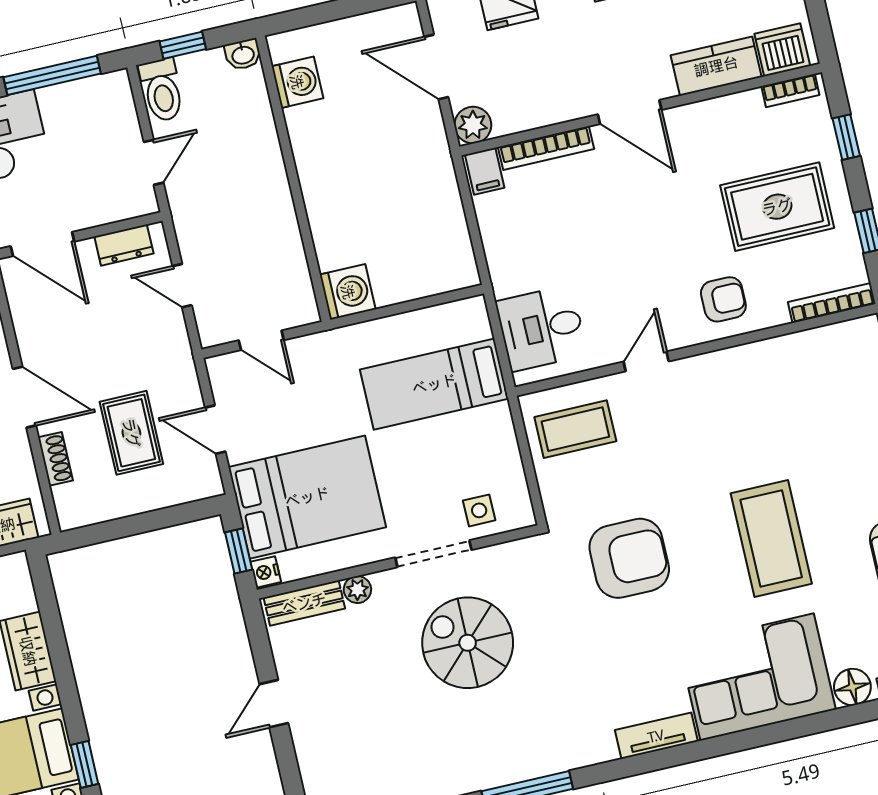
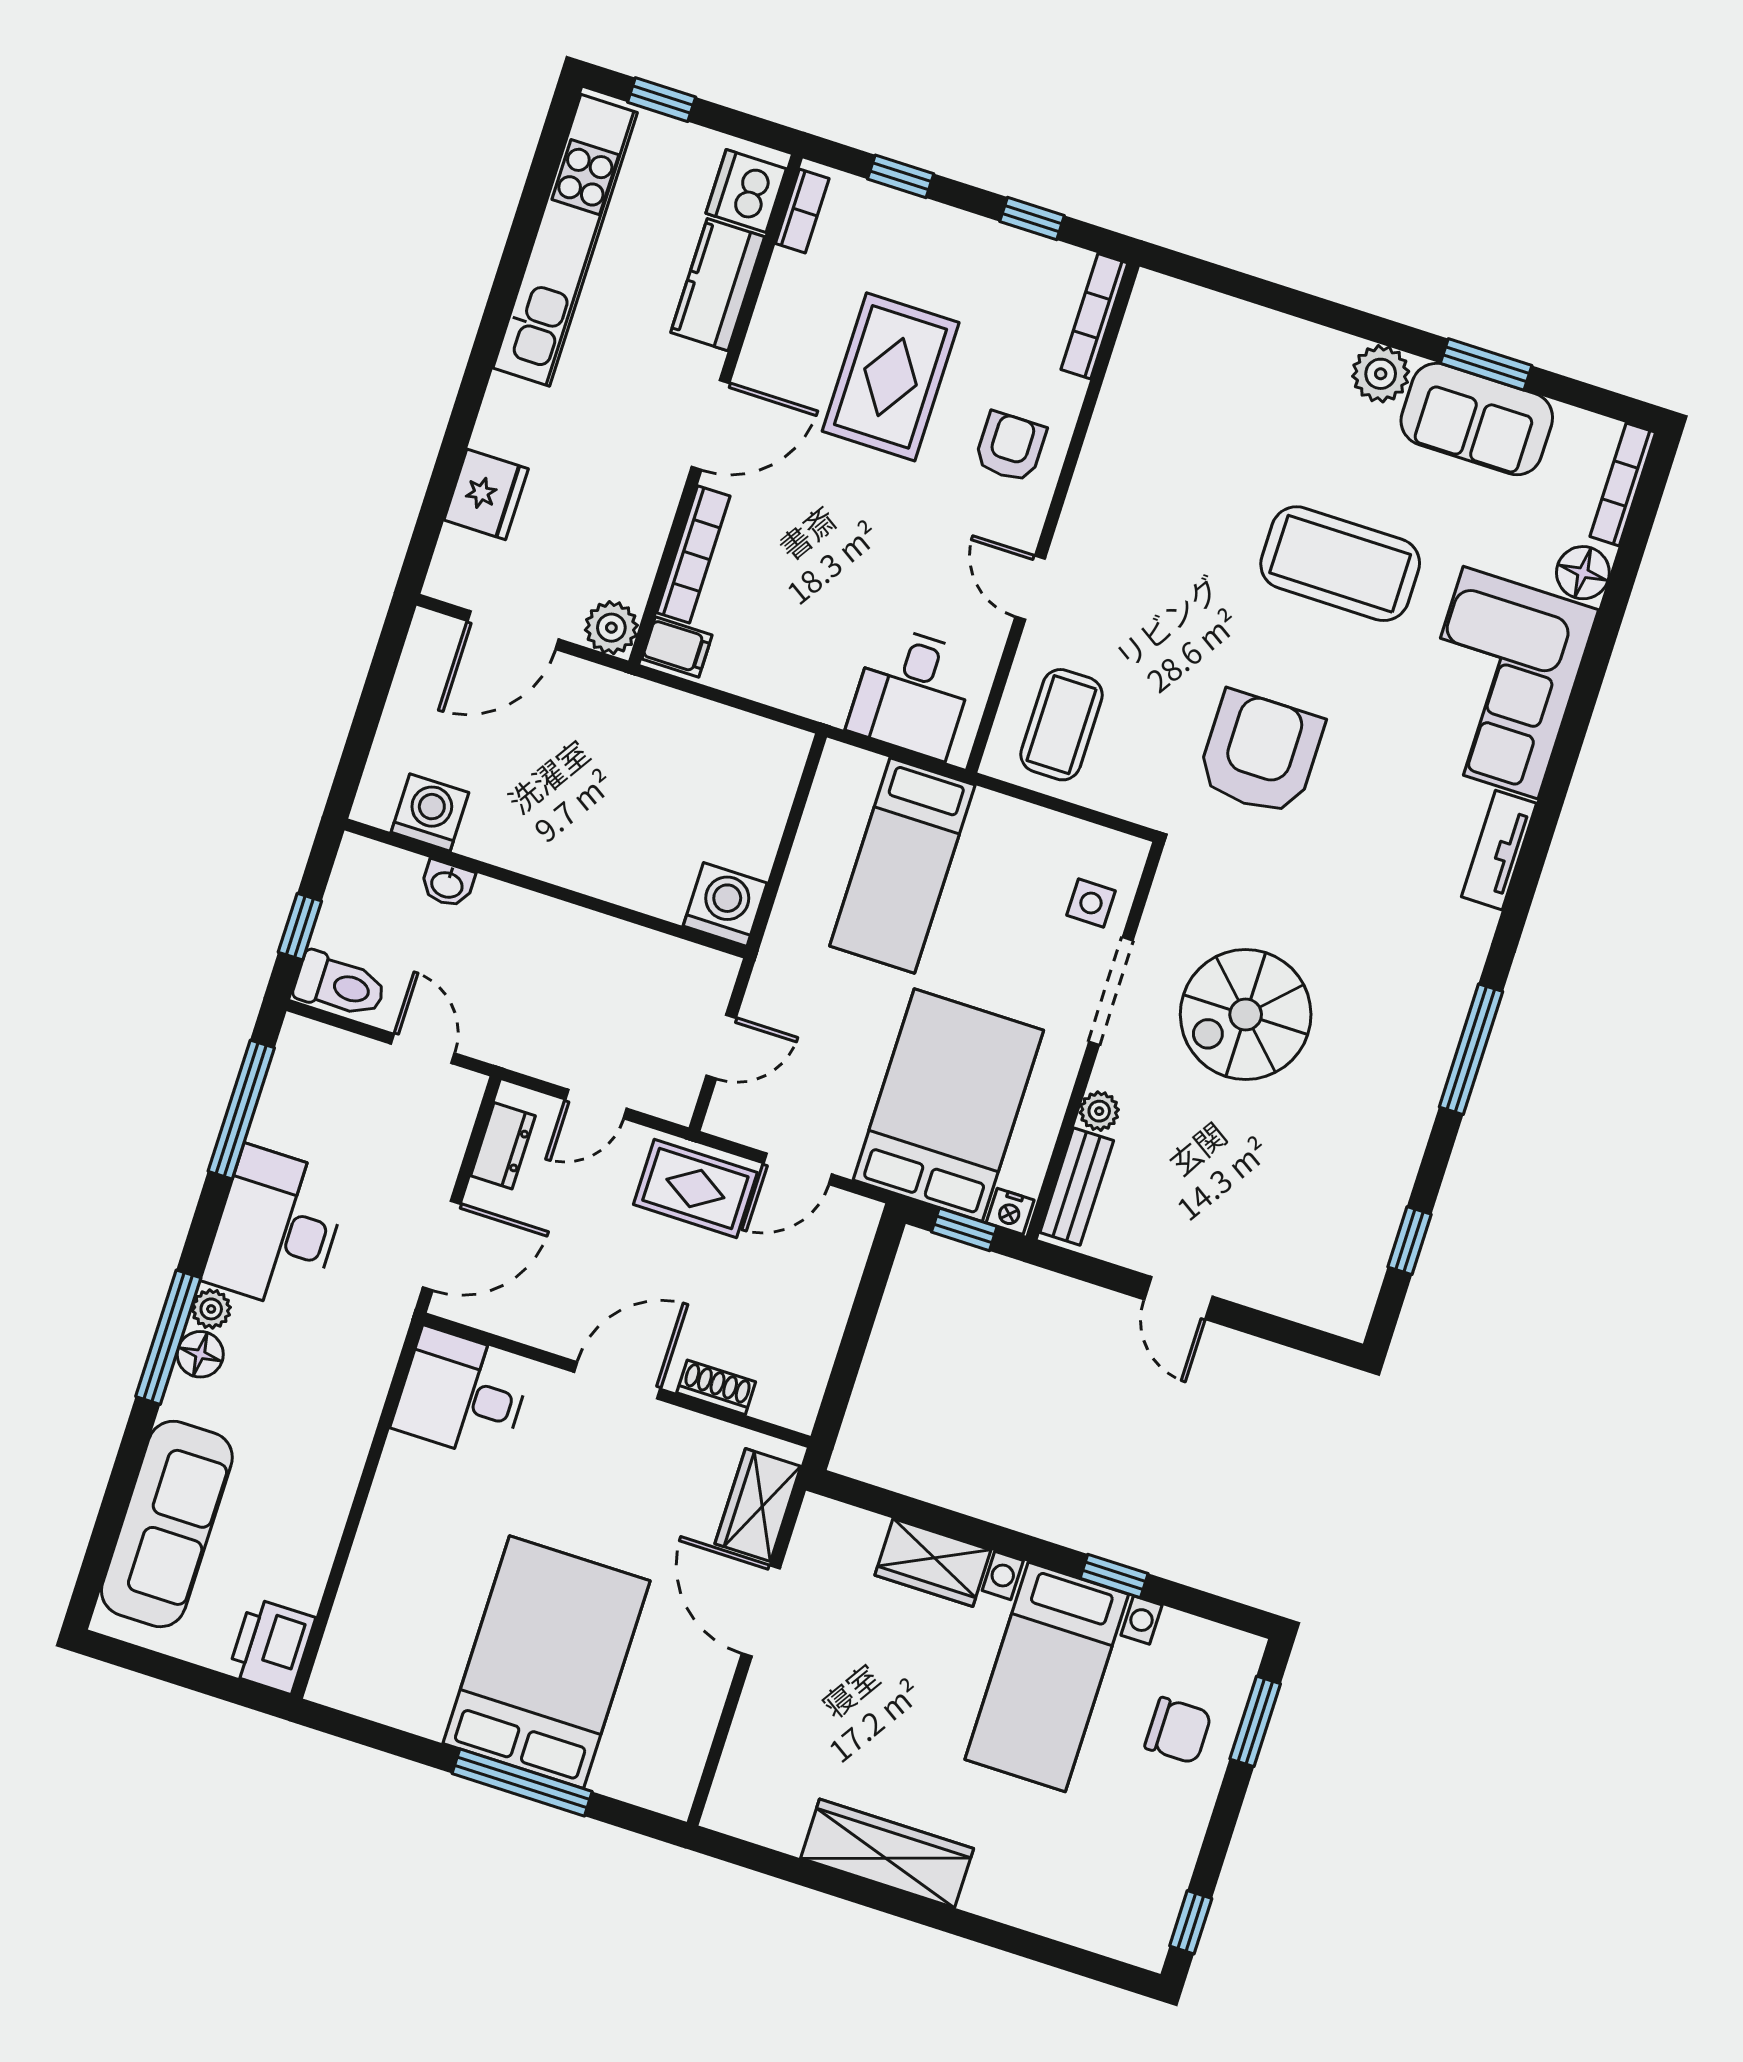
washbasin: (243, 54) -> (447, 884), moved, turned 90
rug: (777, 207) -> (891, 377), moved
rug: (131, 433) -> (695, 1189), moved

